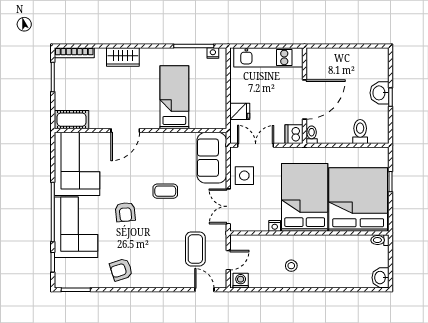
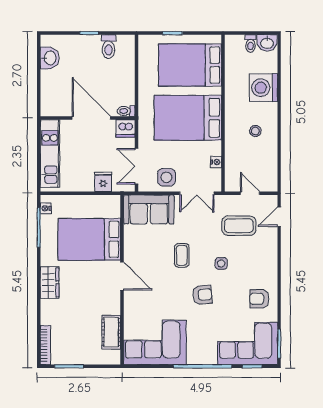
wardrobe: (123, 57) -> (50, 282), moved
washbasin: (380, 93) -> (50, 58), moved, turned -90
bed: (174, 97) -> (89, 239), width x1.50
cot: (72, 120) -> (111, 332), moved
door: (125, 131) -> (122, 276), moved
toilet: (360, 132) -> (108, 47), moved, turned -90
bed: (358, 199) -> (190, 65), width x0.73
nightstand: (275, 226) -> (216, 162), moved
corner sofa: (76, 227) -> (248, 343), moved
side table: (157, 231) -> (221, 263), added
toilet: (380, 240) -> (250, 44), moved
armchair: (121, 270) -> (259, 299), turned 108
washing machine: (241, 281) -> (264, 88), moved, width x1.89, depth x1.89

